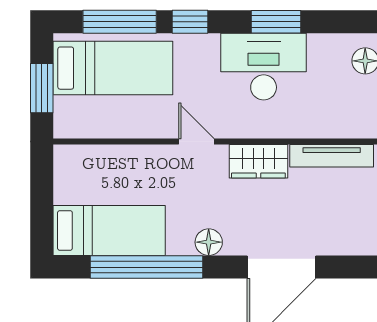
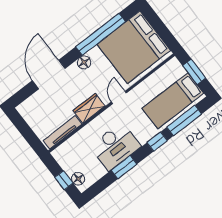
door: (196, 142) -> (119, 97), swing flipped
bed: (109, 230) -> (134, 47), width x2.04

